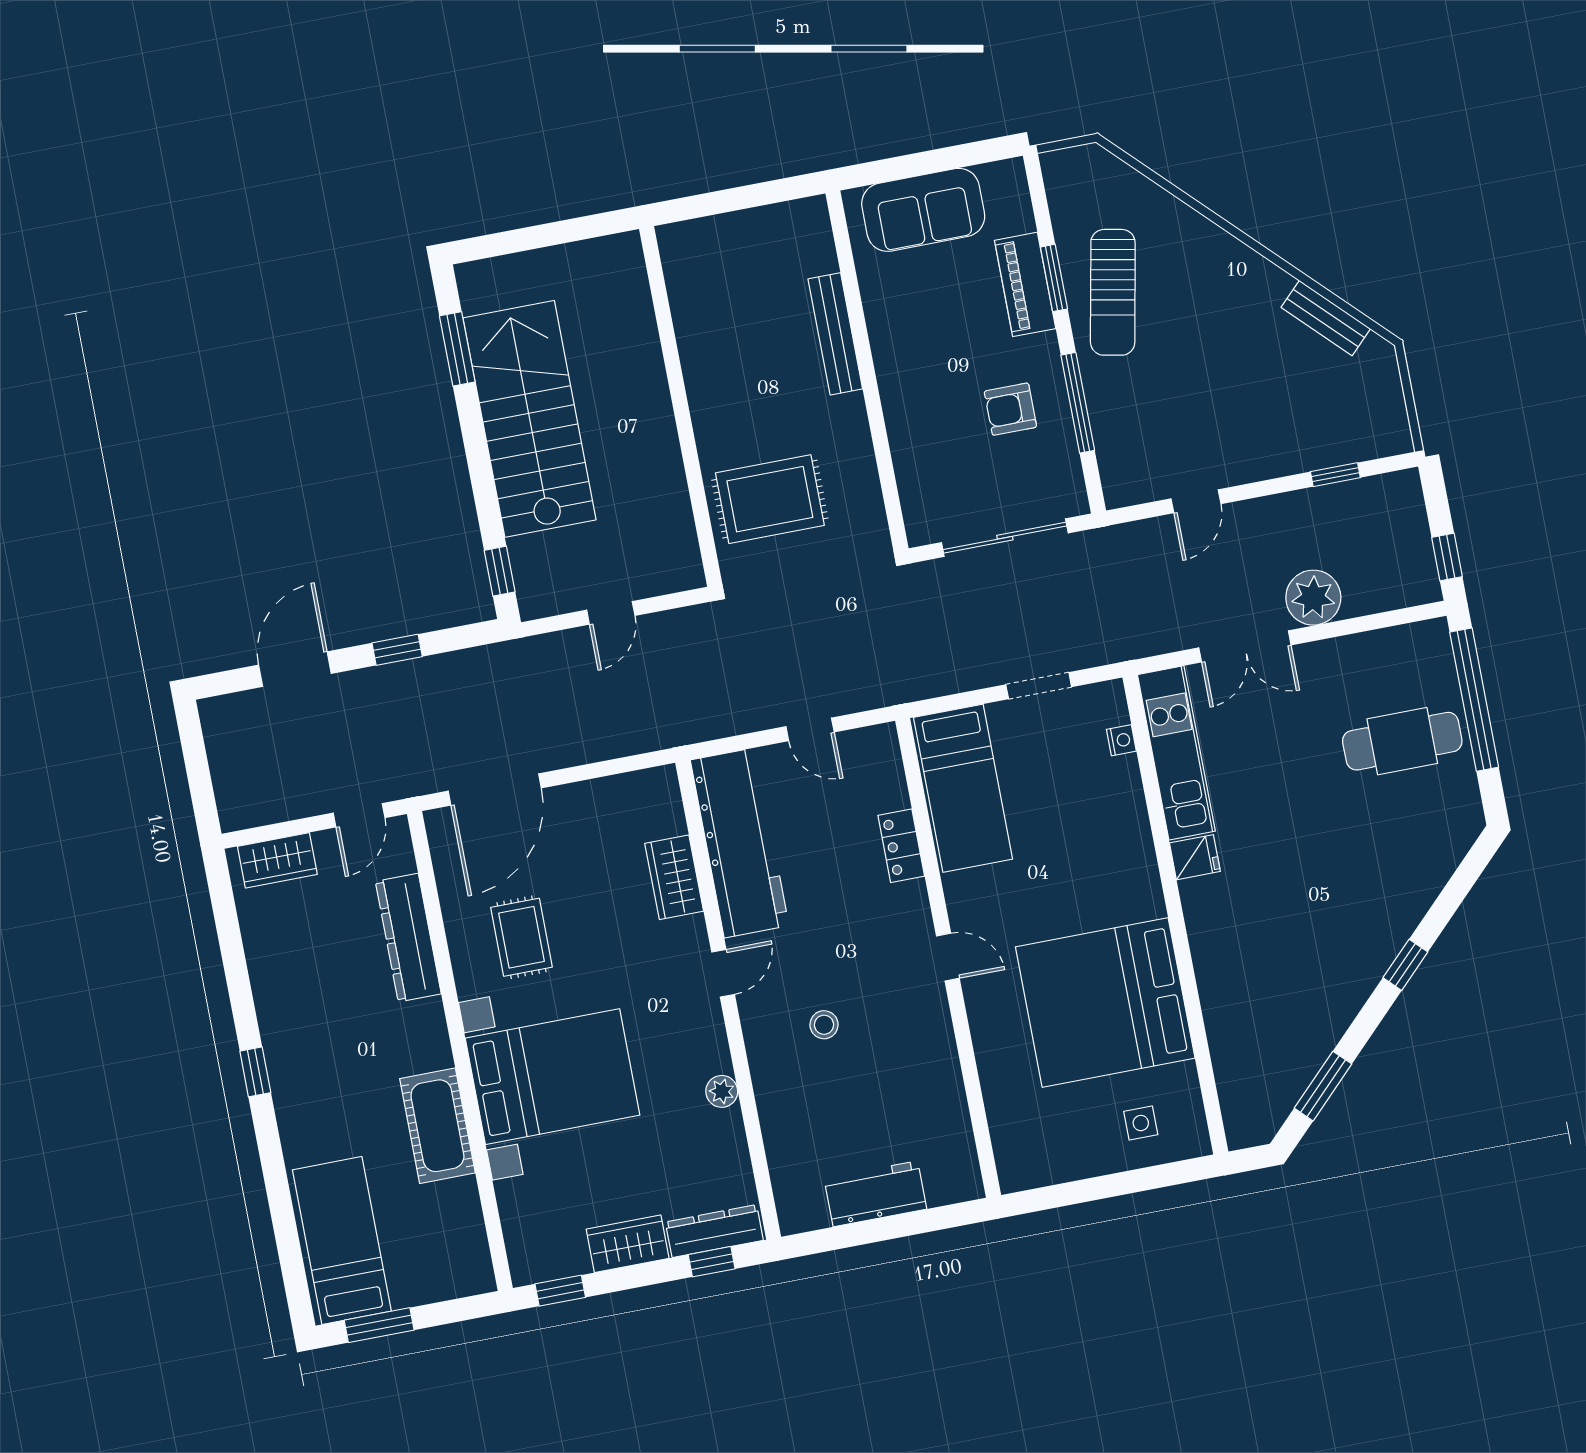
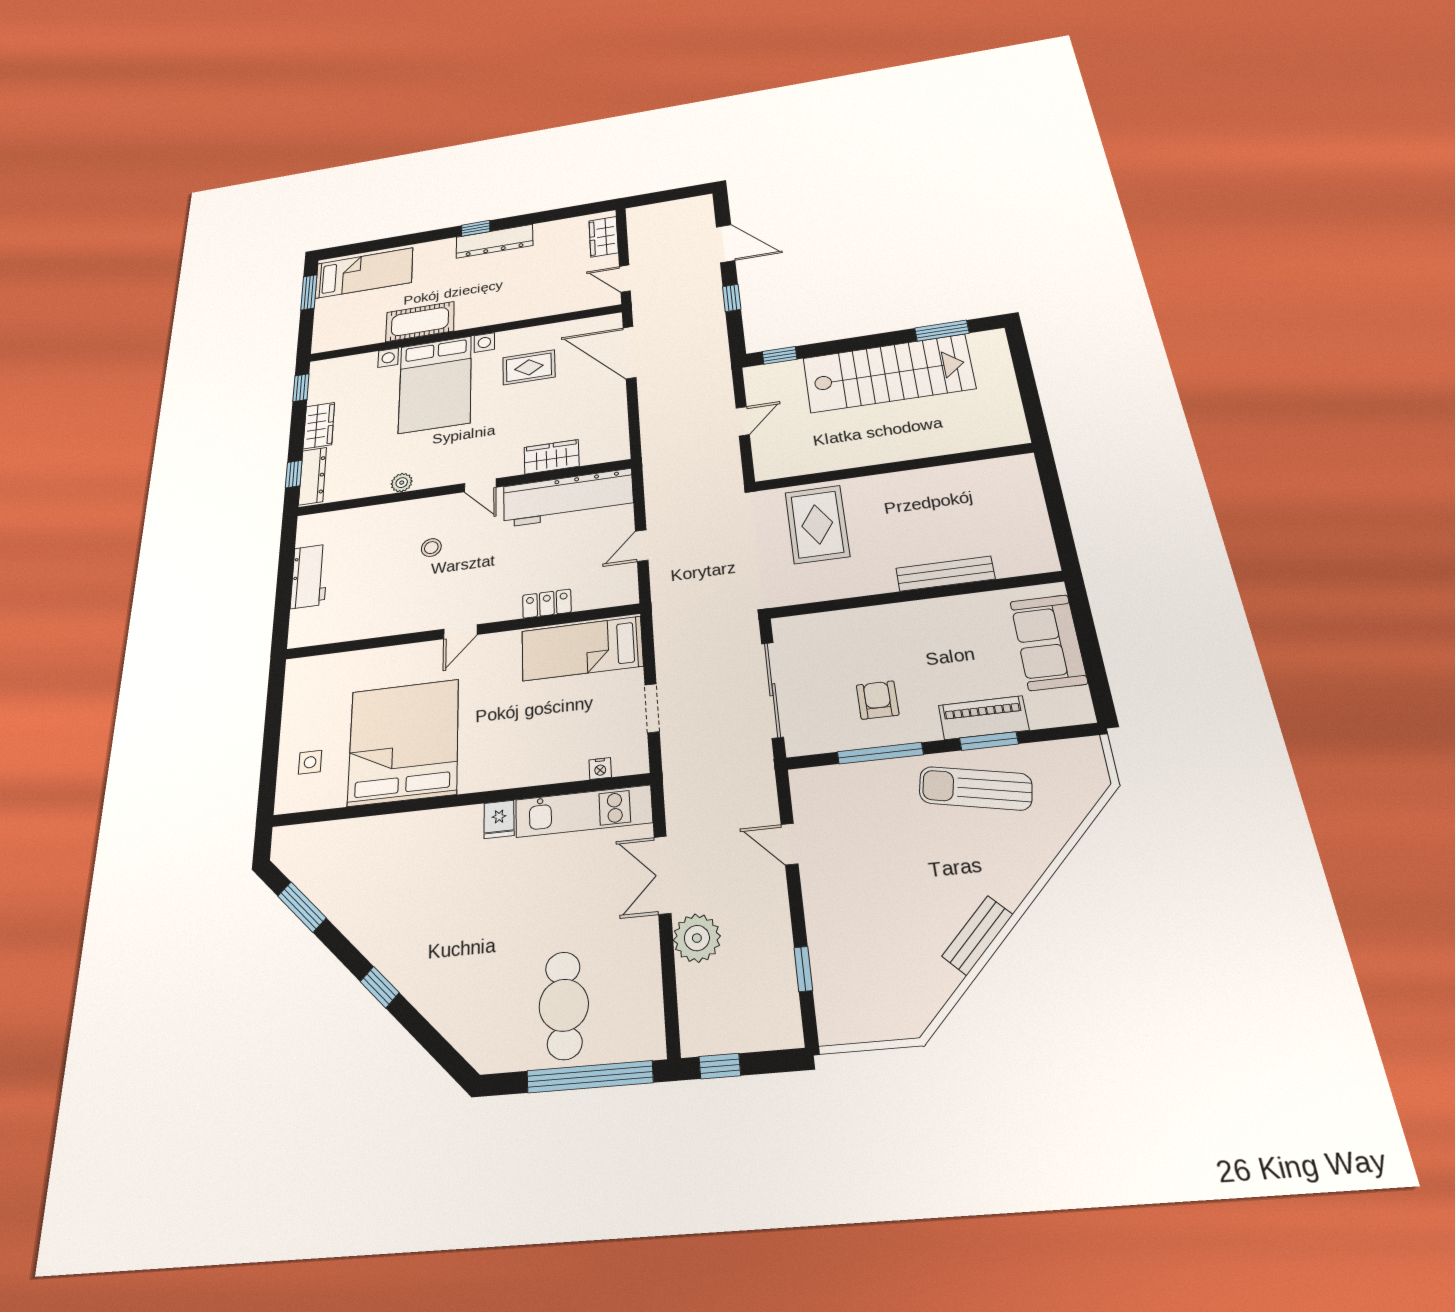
bench: (1326, 318) -> (977, 935), moved
door: (611, 613) -> (743, 421), swing flipped
dresser: (408, 938) -> (494, 241), moved, turned 180

